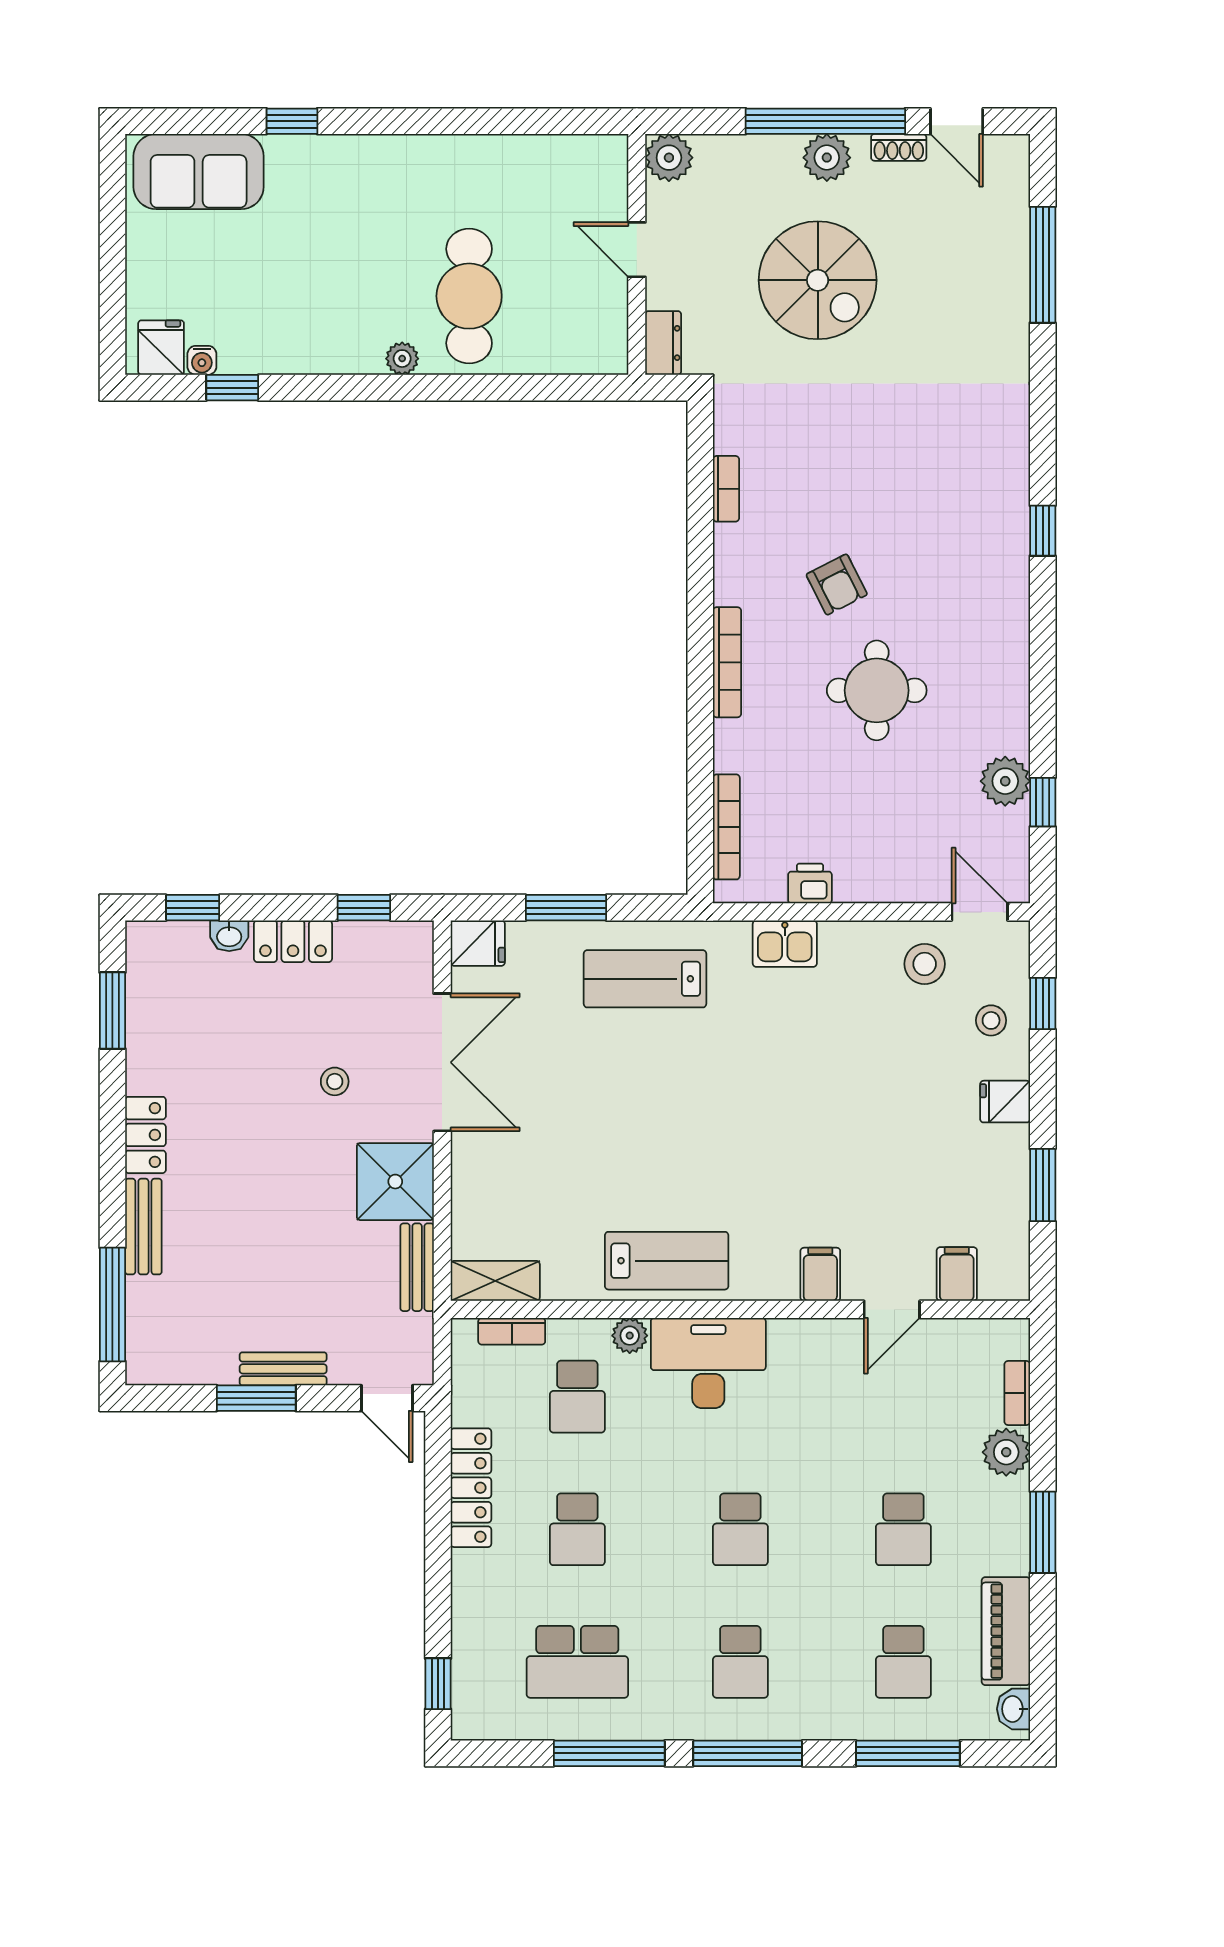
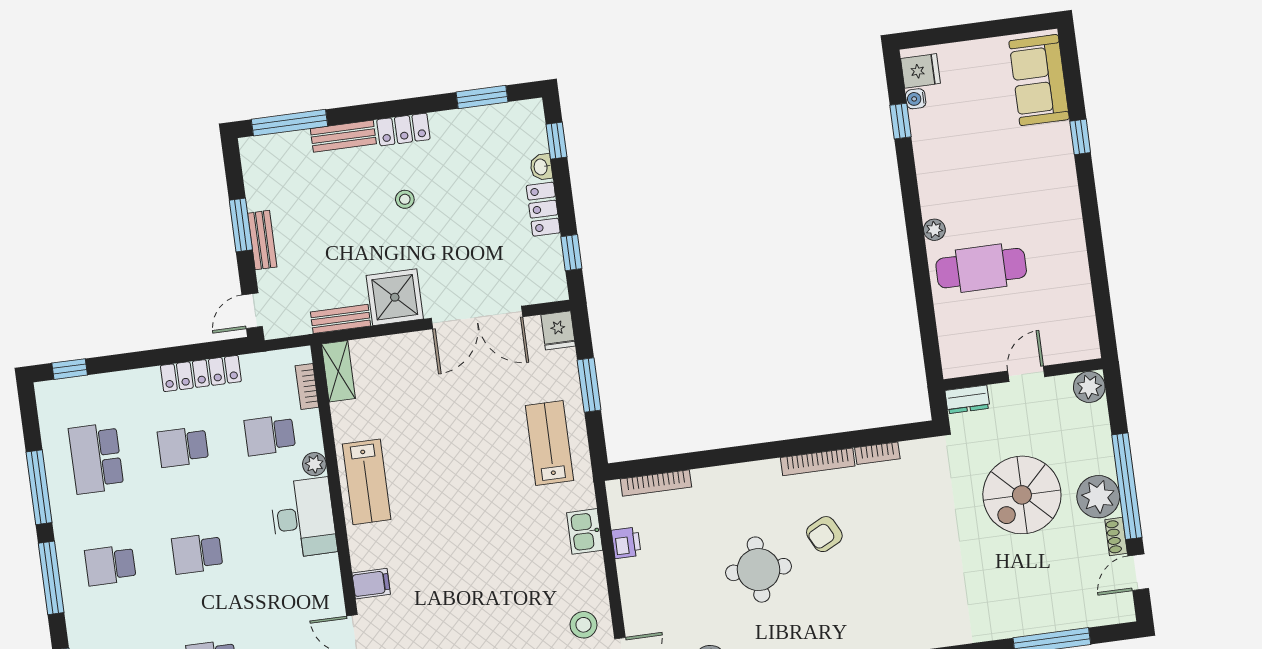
plant: (827, 158) -> (1098, 497), width x1.36, depth x1.36
bookcase: (727, 662) -> (818, 462), moved
stool: (335, 1081) -> (405, 199), moved

